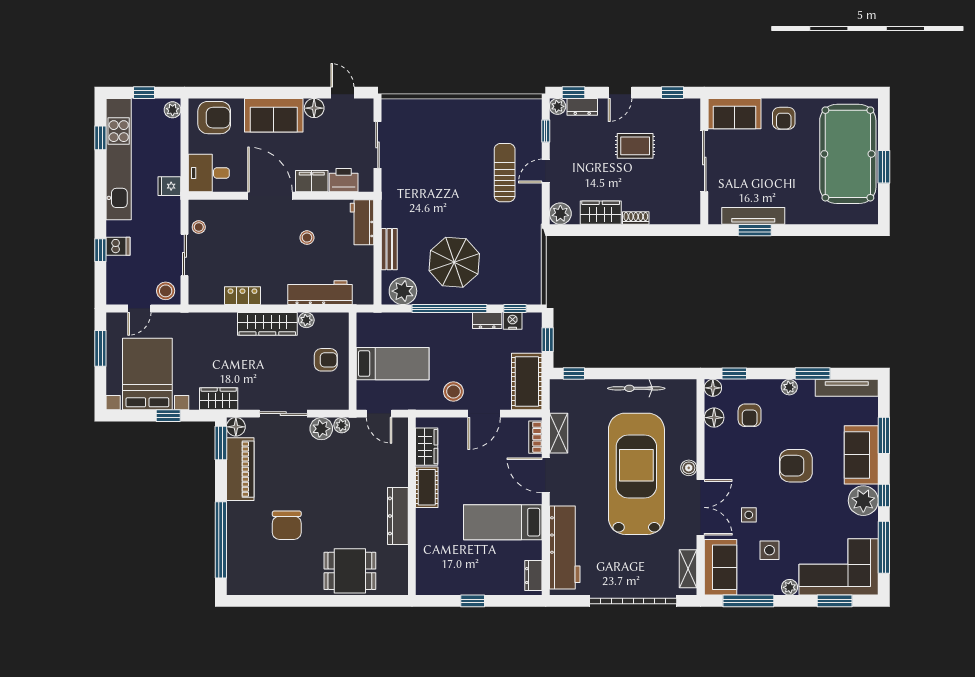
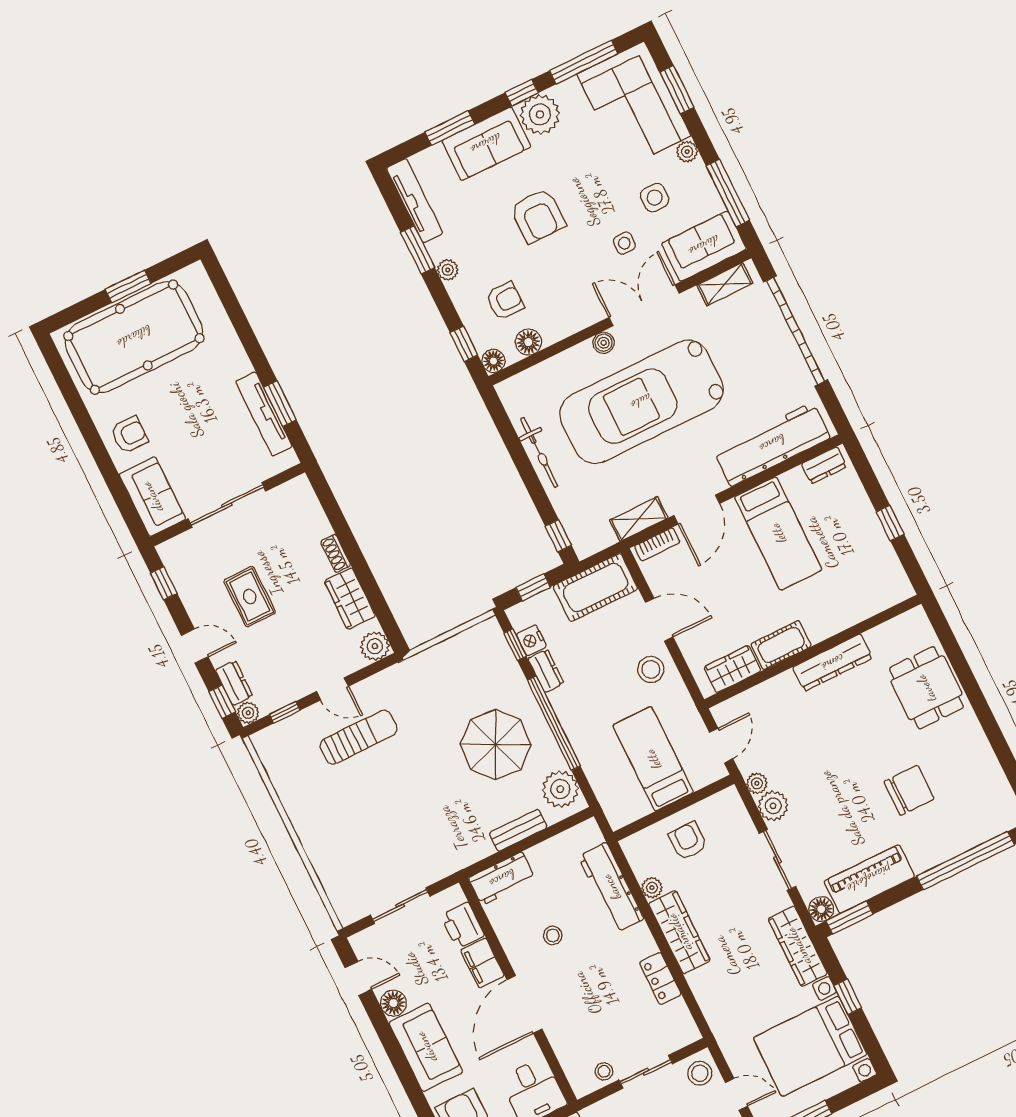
door: (342, 93) -> (358, 978), swing flipped
sun lounger: (505, 173) -> (359, 737), turned 180
wardrobe: (219, 399) -> (798, 946), width x1.50

